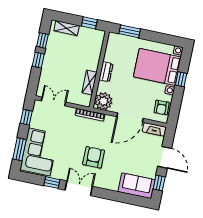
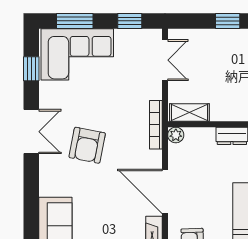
shelving: (89, 83) -> (189, 113), moved
plant: (103, 101) -> (176, 135), width x0.53, depth x0.53
armchair: (94, 157) -> (87, 145), turned 101
window: (52, 183) -> (31, 69), moved

